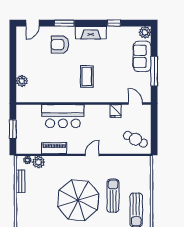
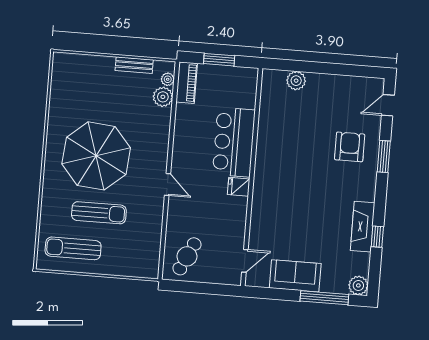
door: (32, 23) -> (388, 105), hinge flipped
fireplace: (91, 33) -> (363, 227), moved
sofa: (142, 56) -> (295, 276), moved
window: (154, 71) -> (324, 298), moved
coffee table: (87, 76) -> (295, 186), removed
fridge: (116, 111) -> (239, 187), moved
piano: (54, 148) -> (187, 83), moved

